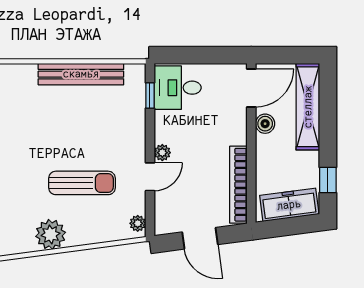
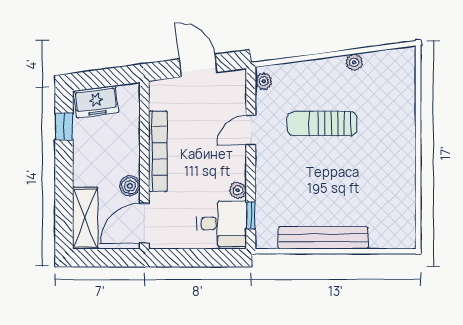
shelving: (308, 107) -> (85, 218), width x0.68
plant: (162, 153) -> (238, 190), moved
bookcase: (238, 185) -> (158, 151), moved
freezer: (289, 205) -> (96, 102), width x0.71
plant: (51, 234) -> (354, 62), width x0.53, depth x0.53

